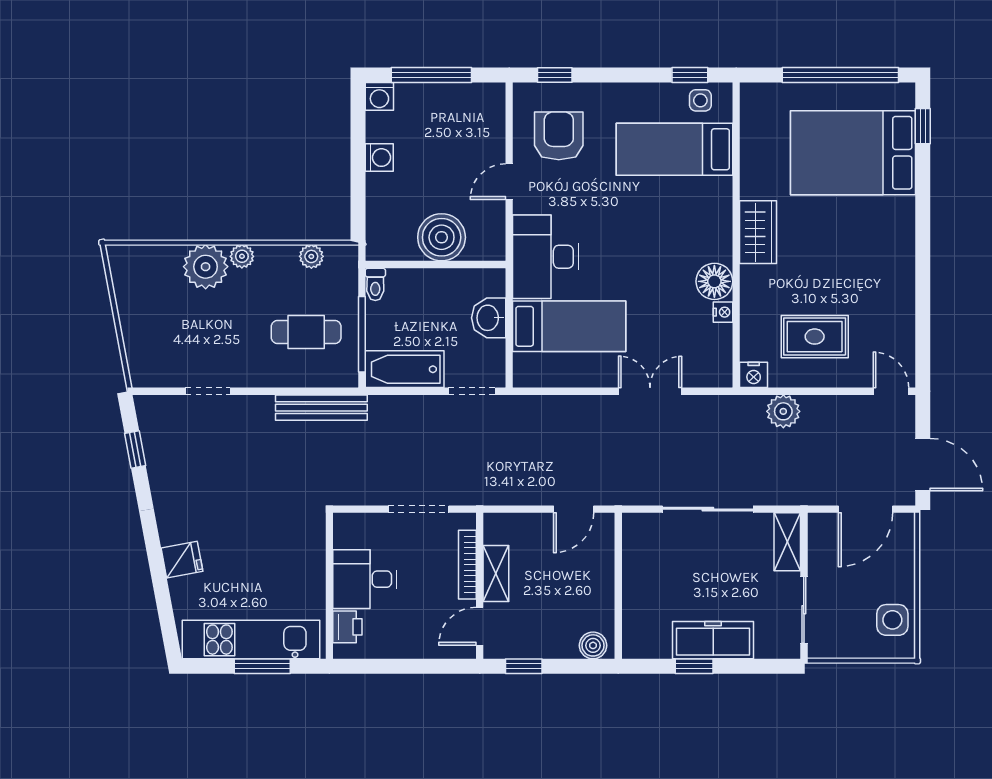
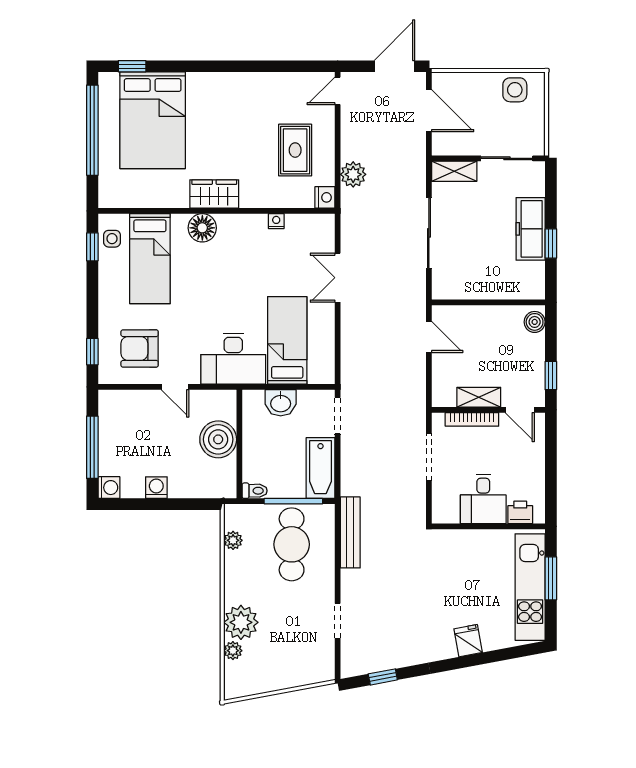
plant: (242, 256) -> (233, 651), moved
floor lamp: (714, 281) -> (202, 228), moved
cafe table: (306, 332) -> (292, 544), width x1.37, depth x1.35

